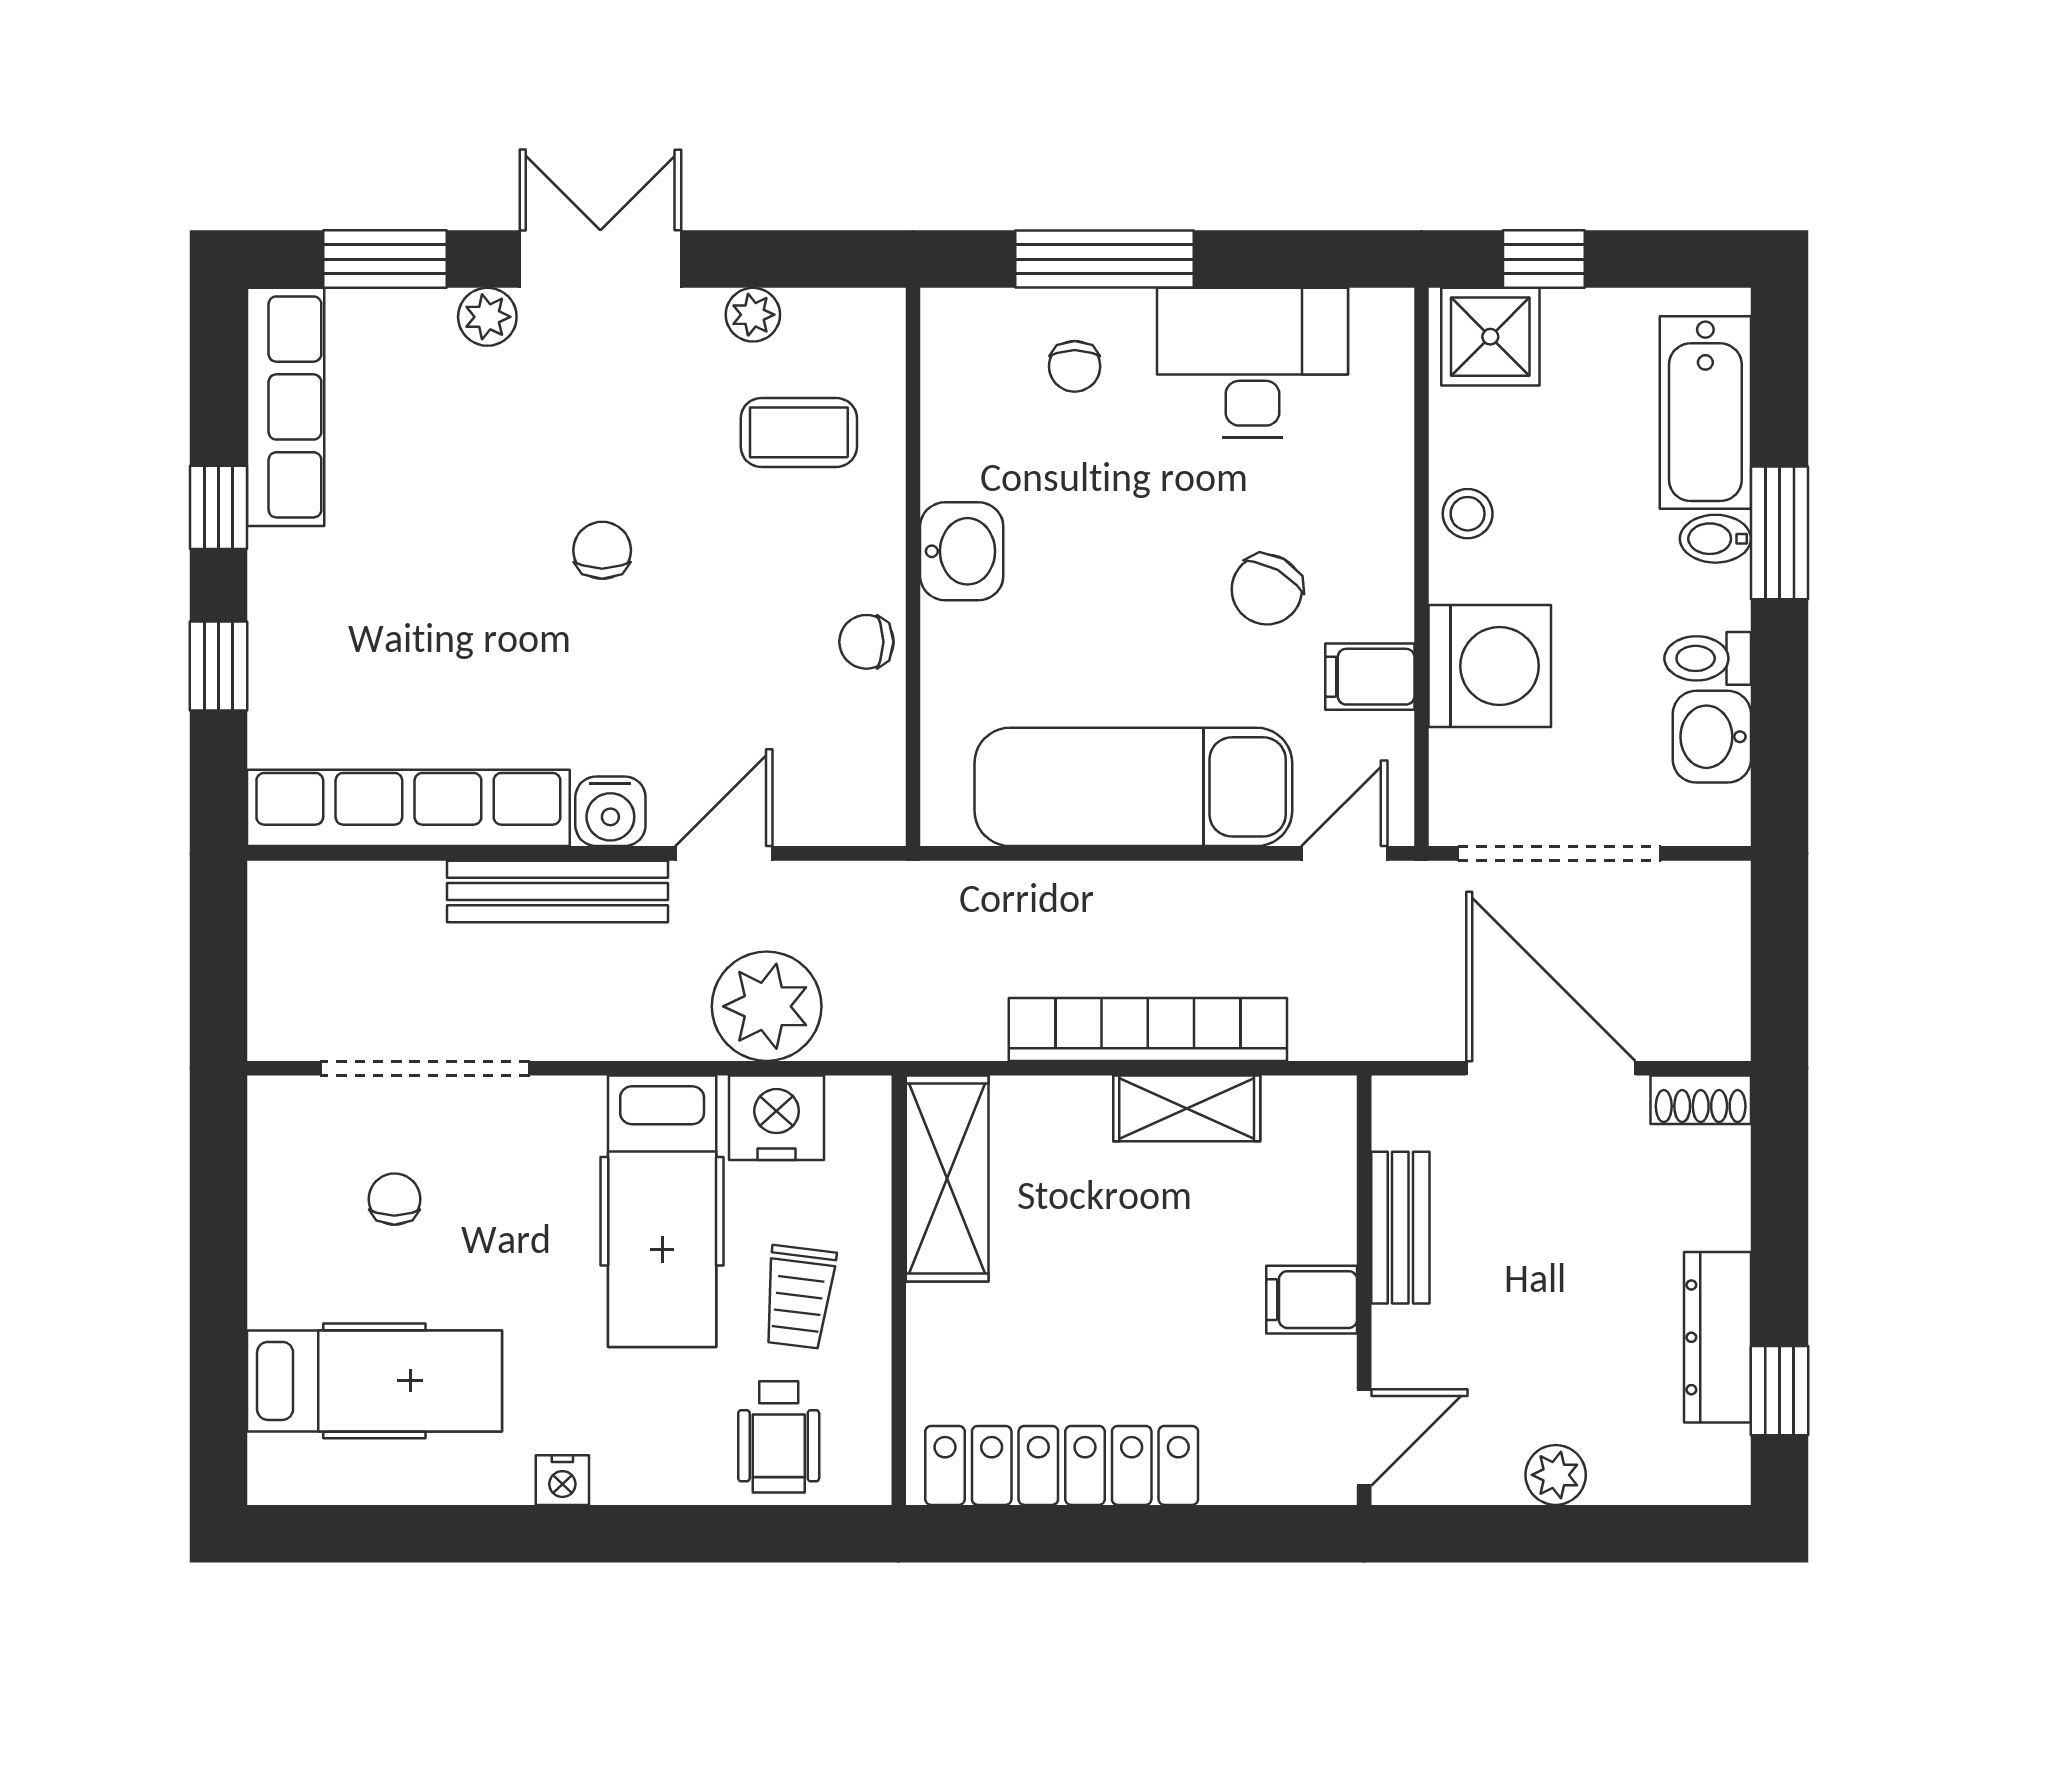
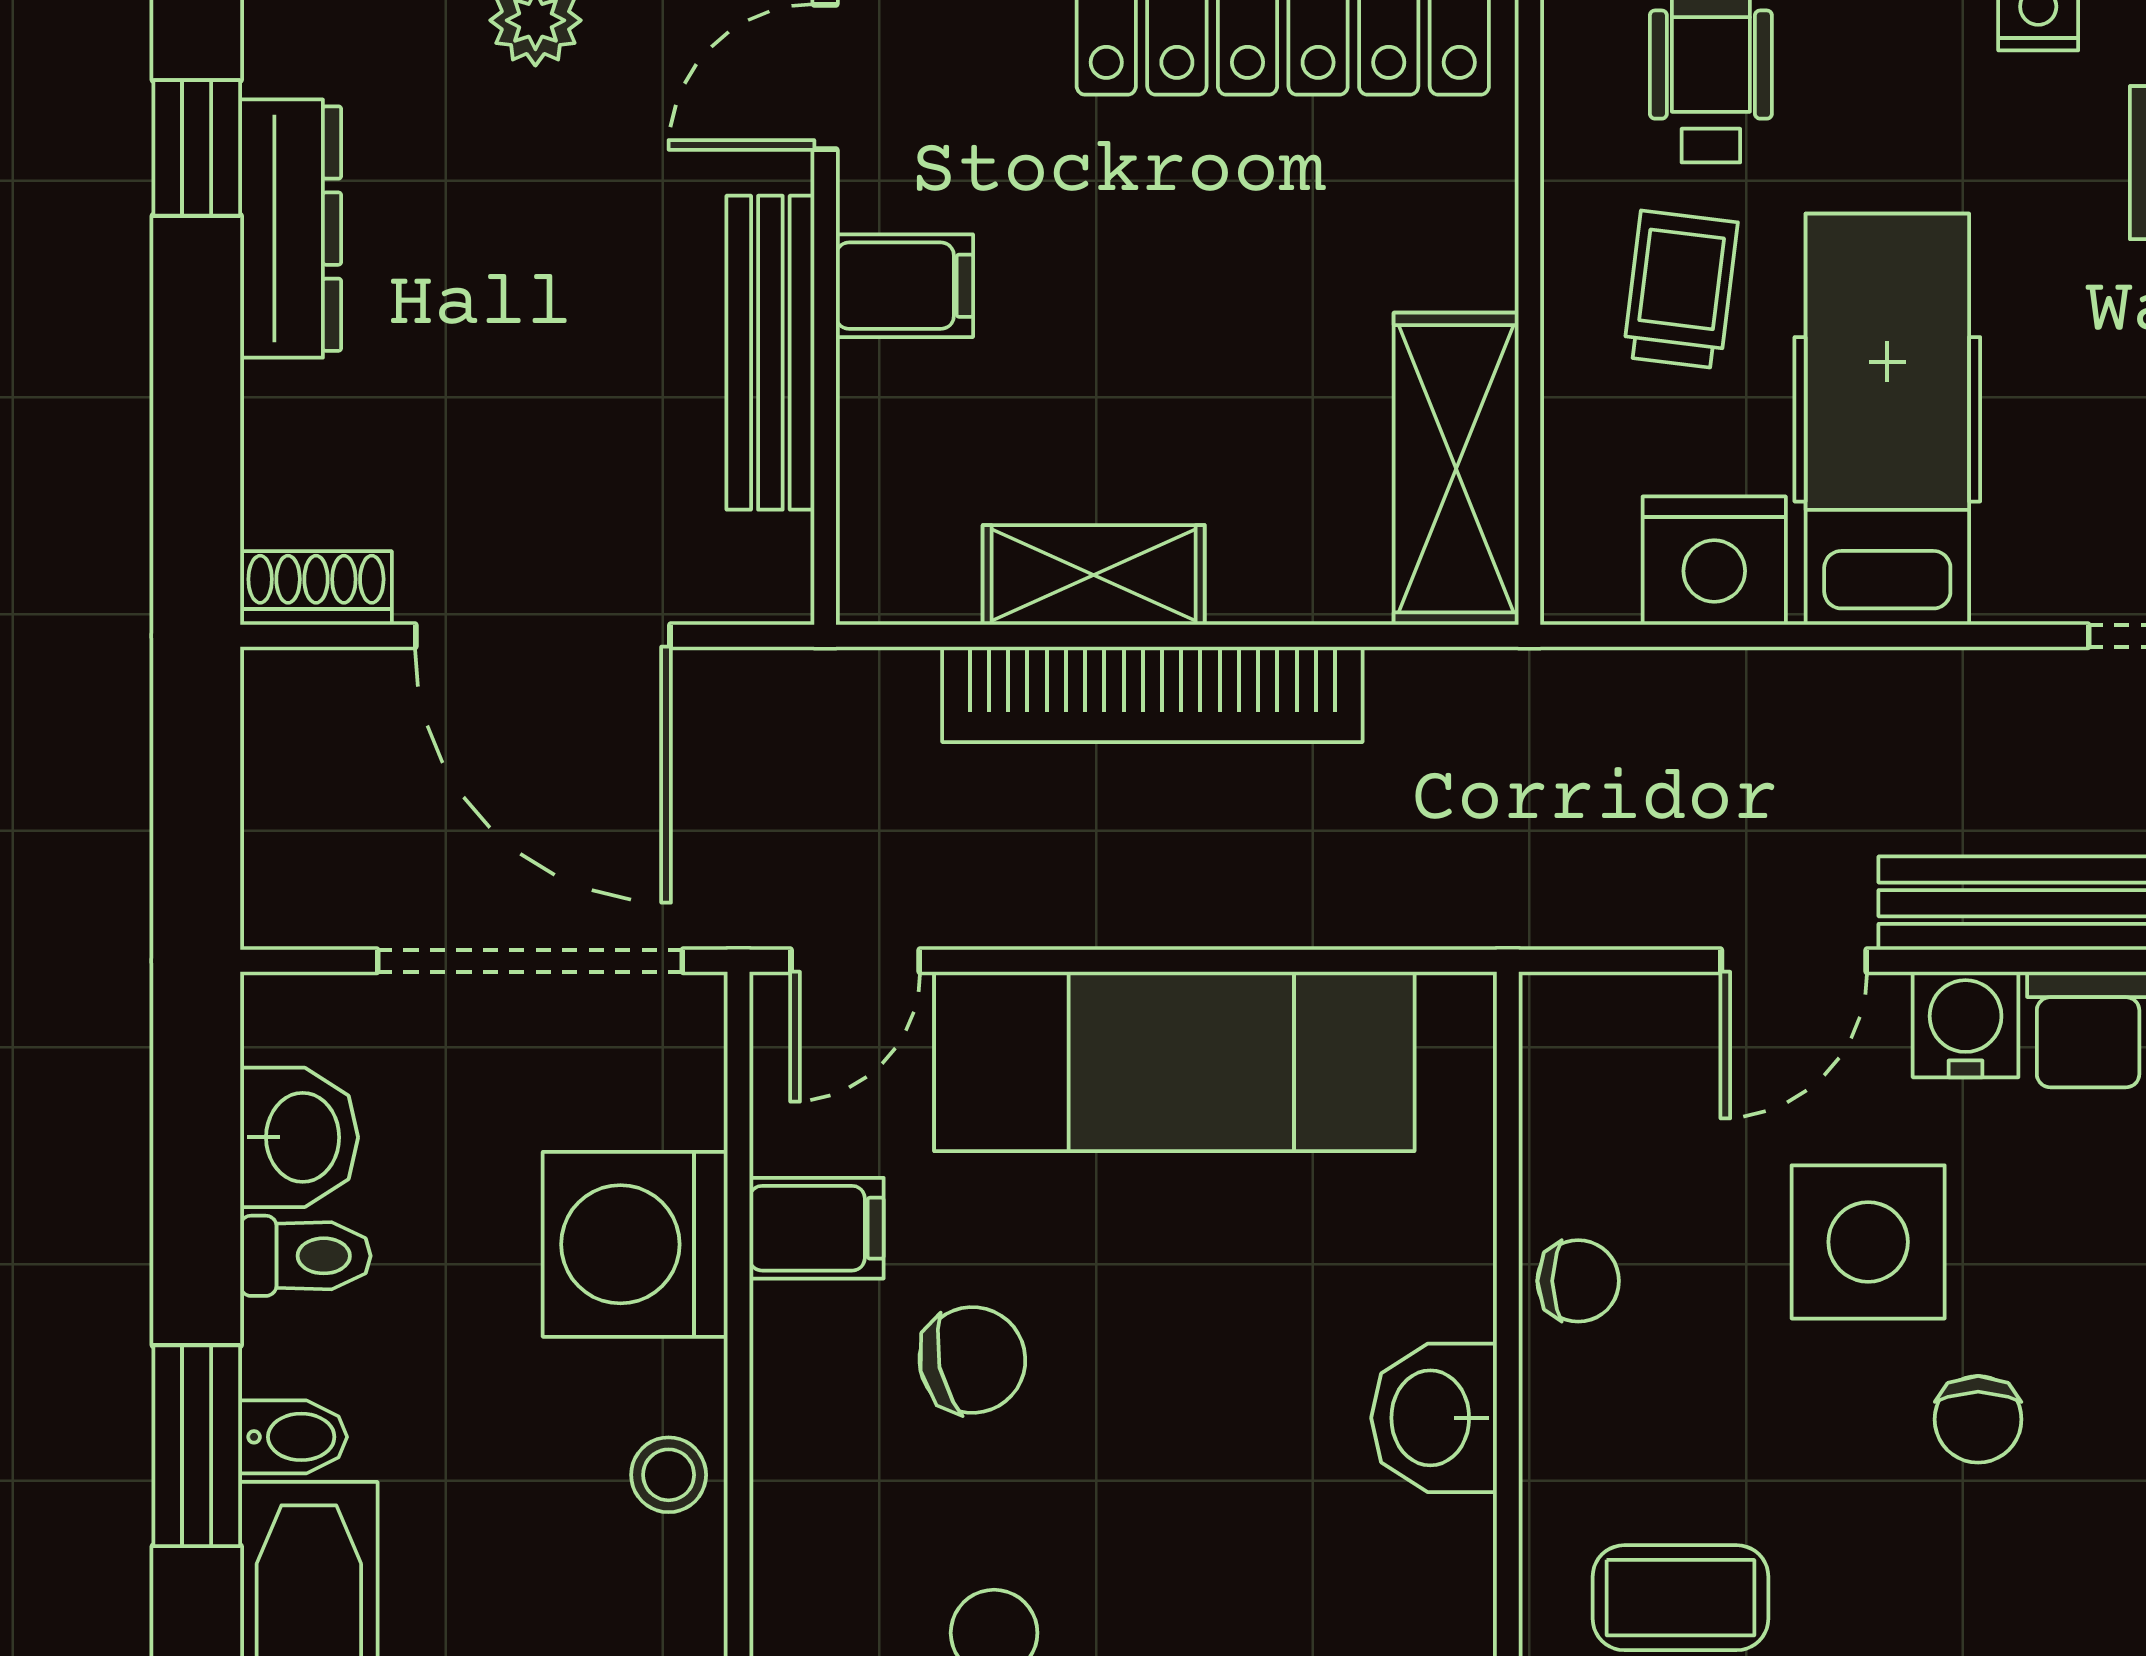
chair: (1267, 590) -> (972, 1360), turned 49
side table: (675, 668) -> (1868, 1242), added
plant: (767, 1006) -> (1729, 729), removed
bench: (1400, 1228) -> (770, 353), width x1.36

